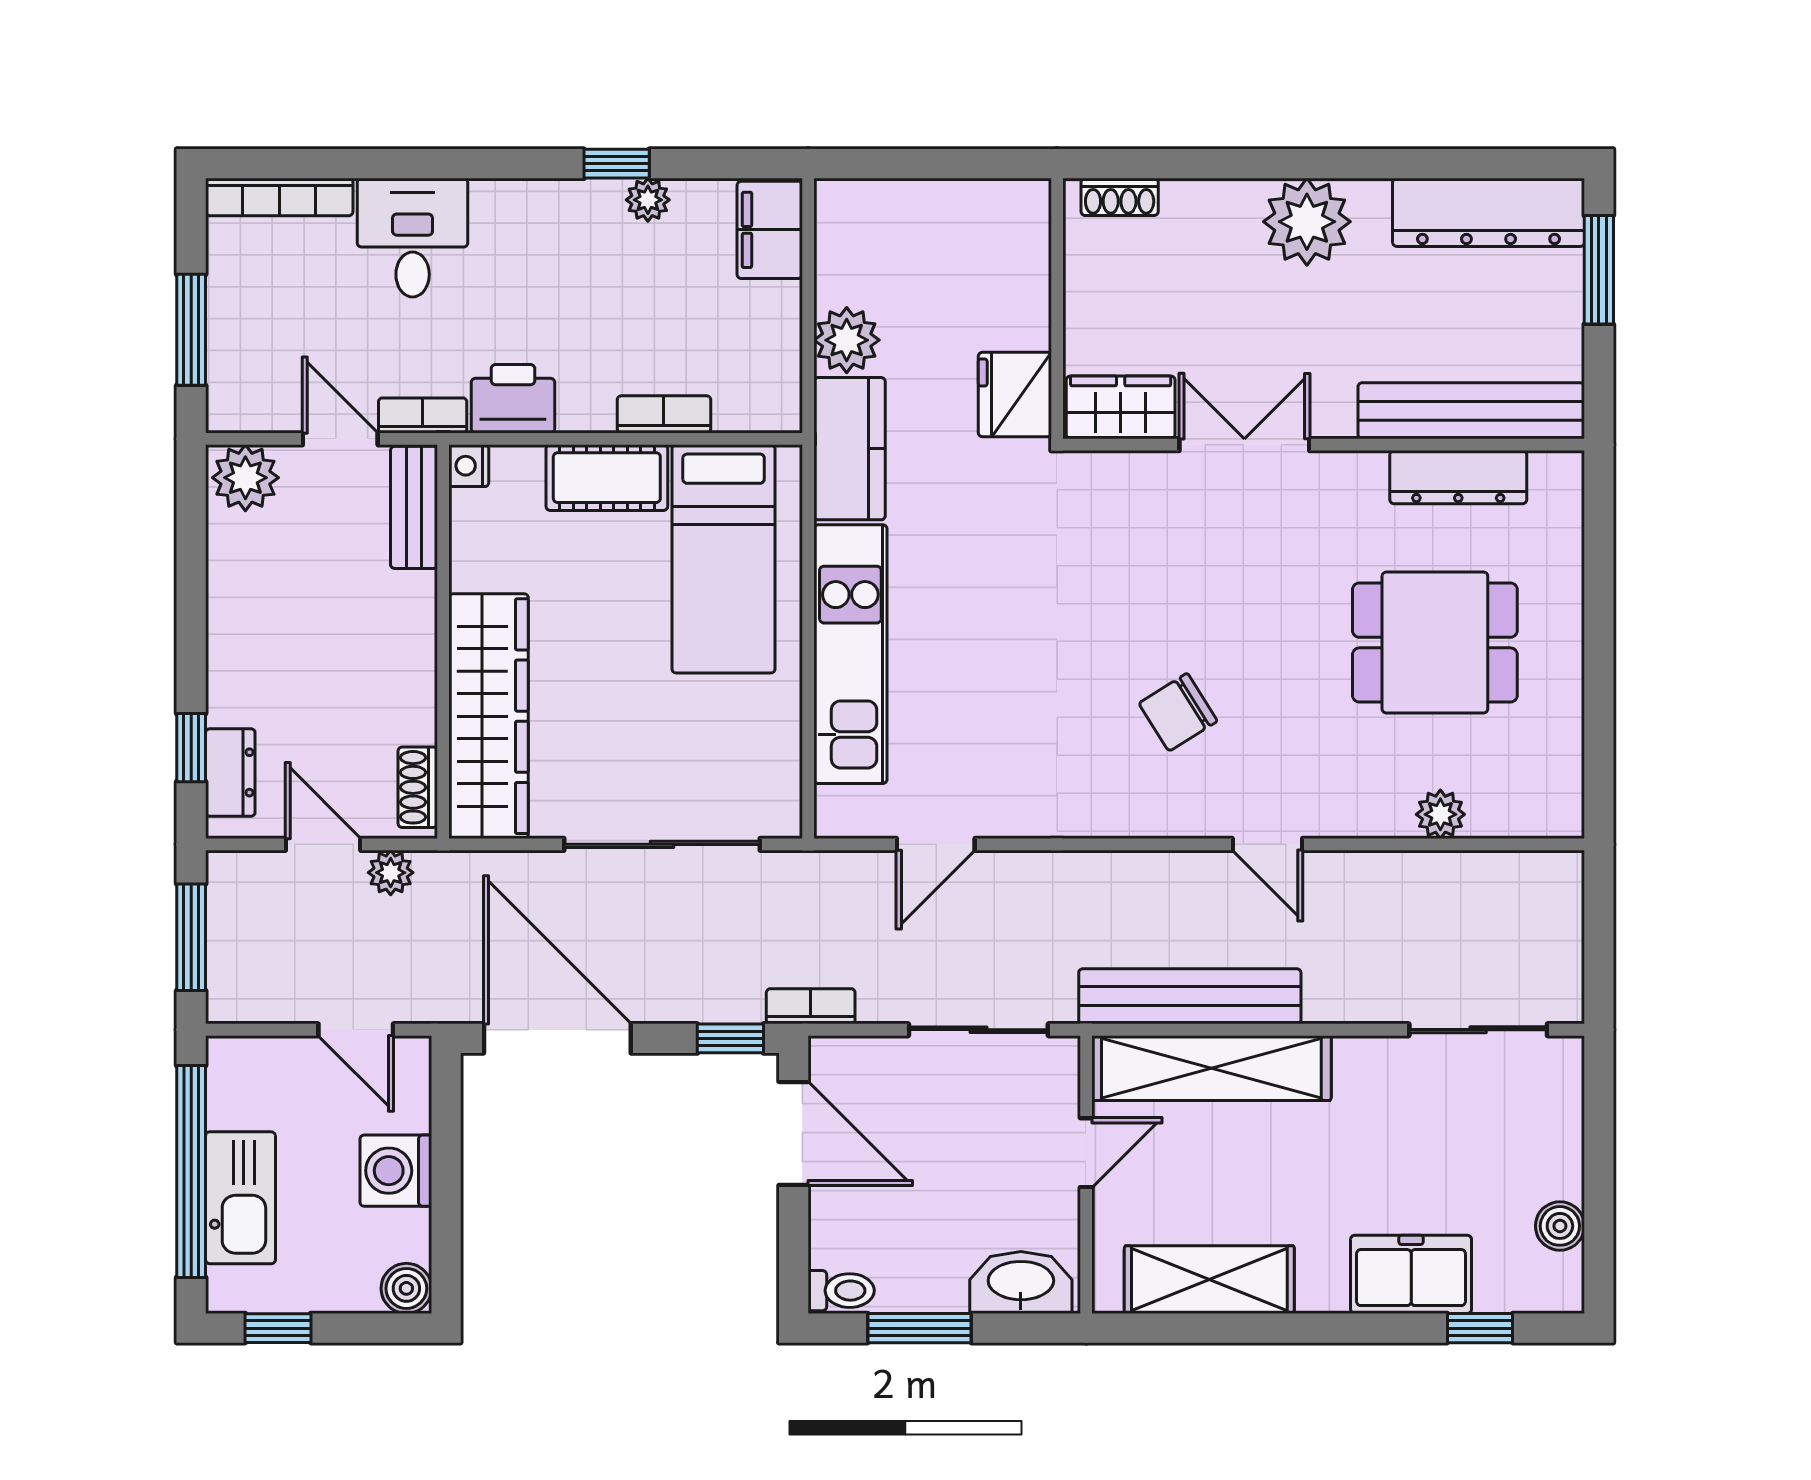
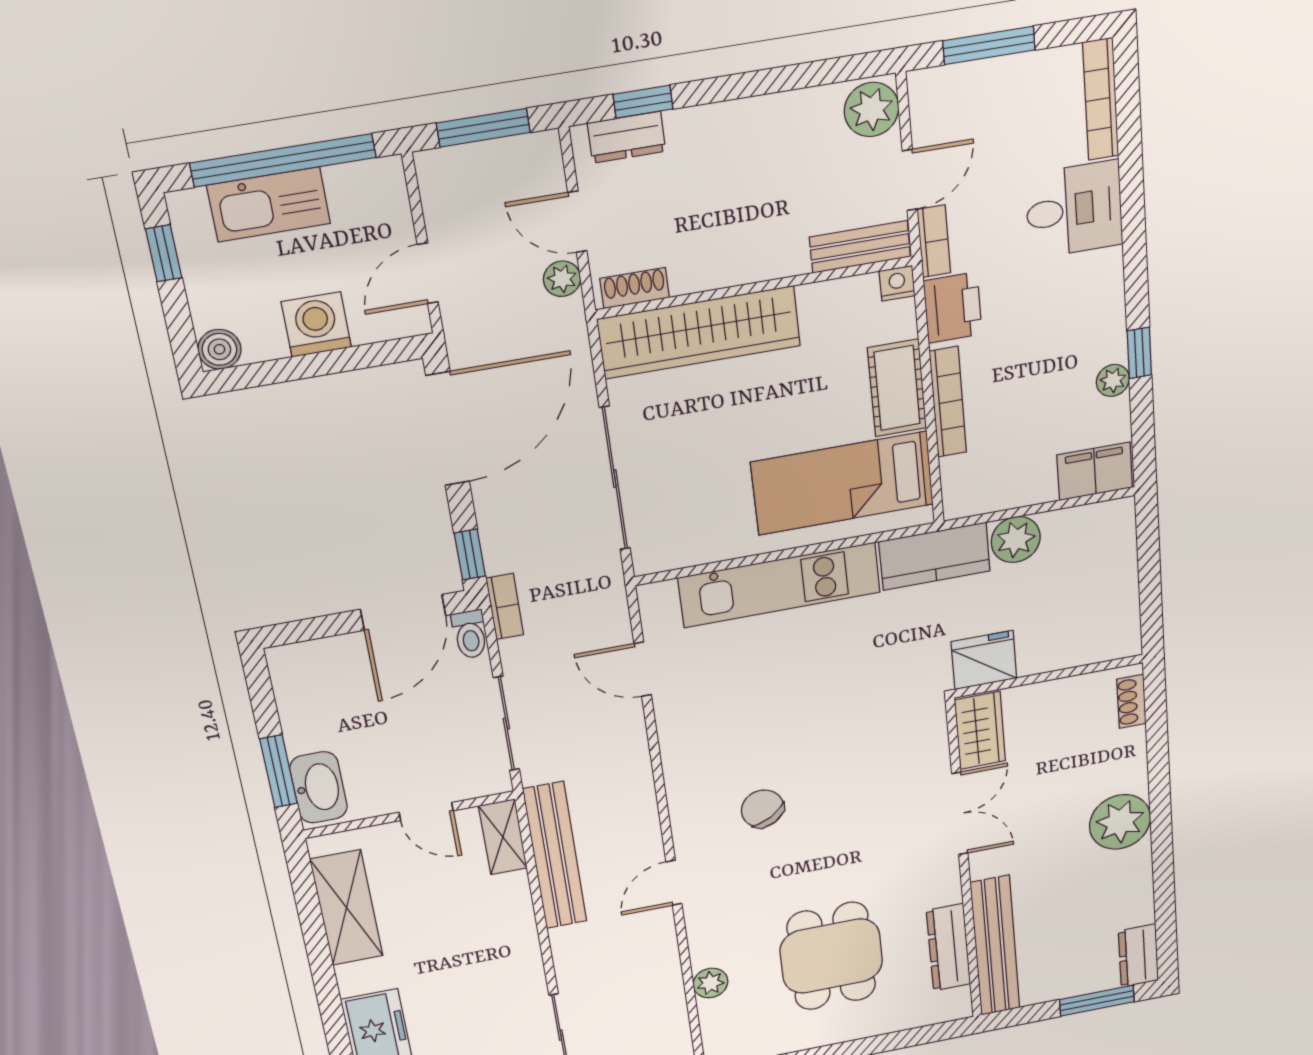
dresser: (1489, 212) -> (1138, 956), width x0.51, depth x0.80
bookcase: (664, 414) -> (948, 402), width x1.56
door: (323, 844) -> (577, 222), swing flipped
shelving: (1211, 1068) -> (503, 837), width x0.45, depth x0.75
toilet: (841, 1291) -> (470, 634), moved
window: (919, 1328) -> (278, 771), moved

